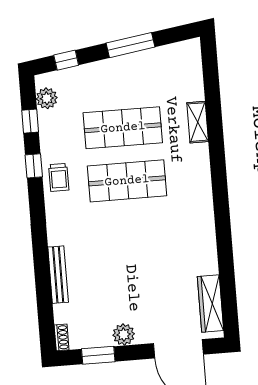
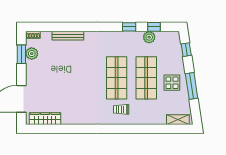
display table: (127, 81) -> (172, 83), added
plant: (47, 98) -> (149, 37), moved
shelving: (198, 122) -> (178, 120), moved
trolley: (59, 177) -> (121, 109), moved
plant: (124, 334) -> (32, 54), moved

